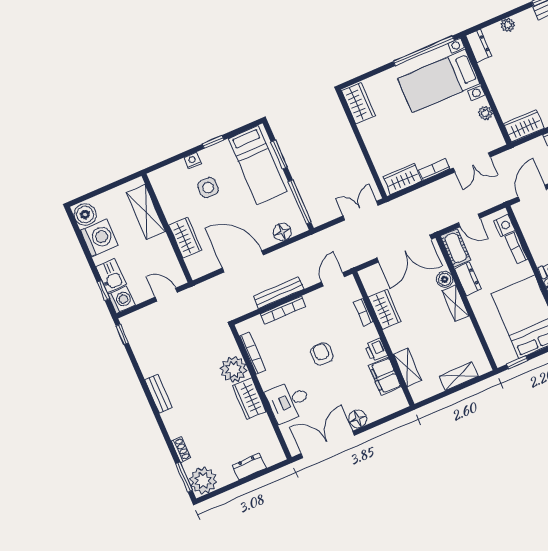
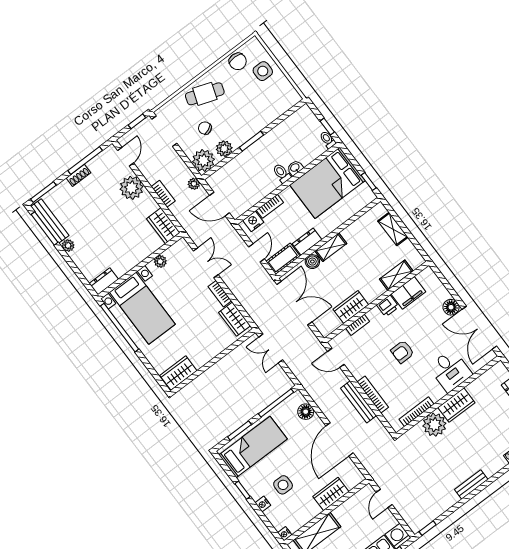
plant: (508, 25) -> (68, 246), moved
nightstand: (154, 176) -> (285, 534), added

